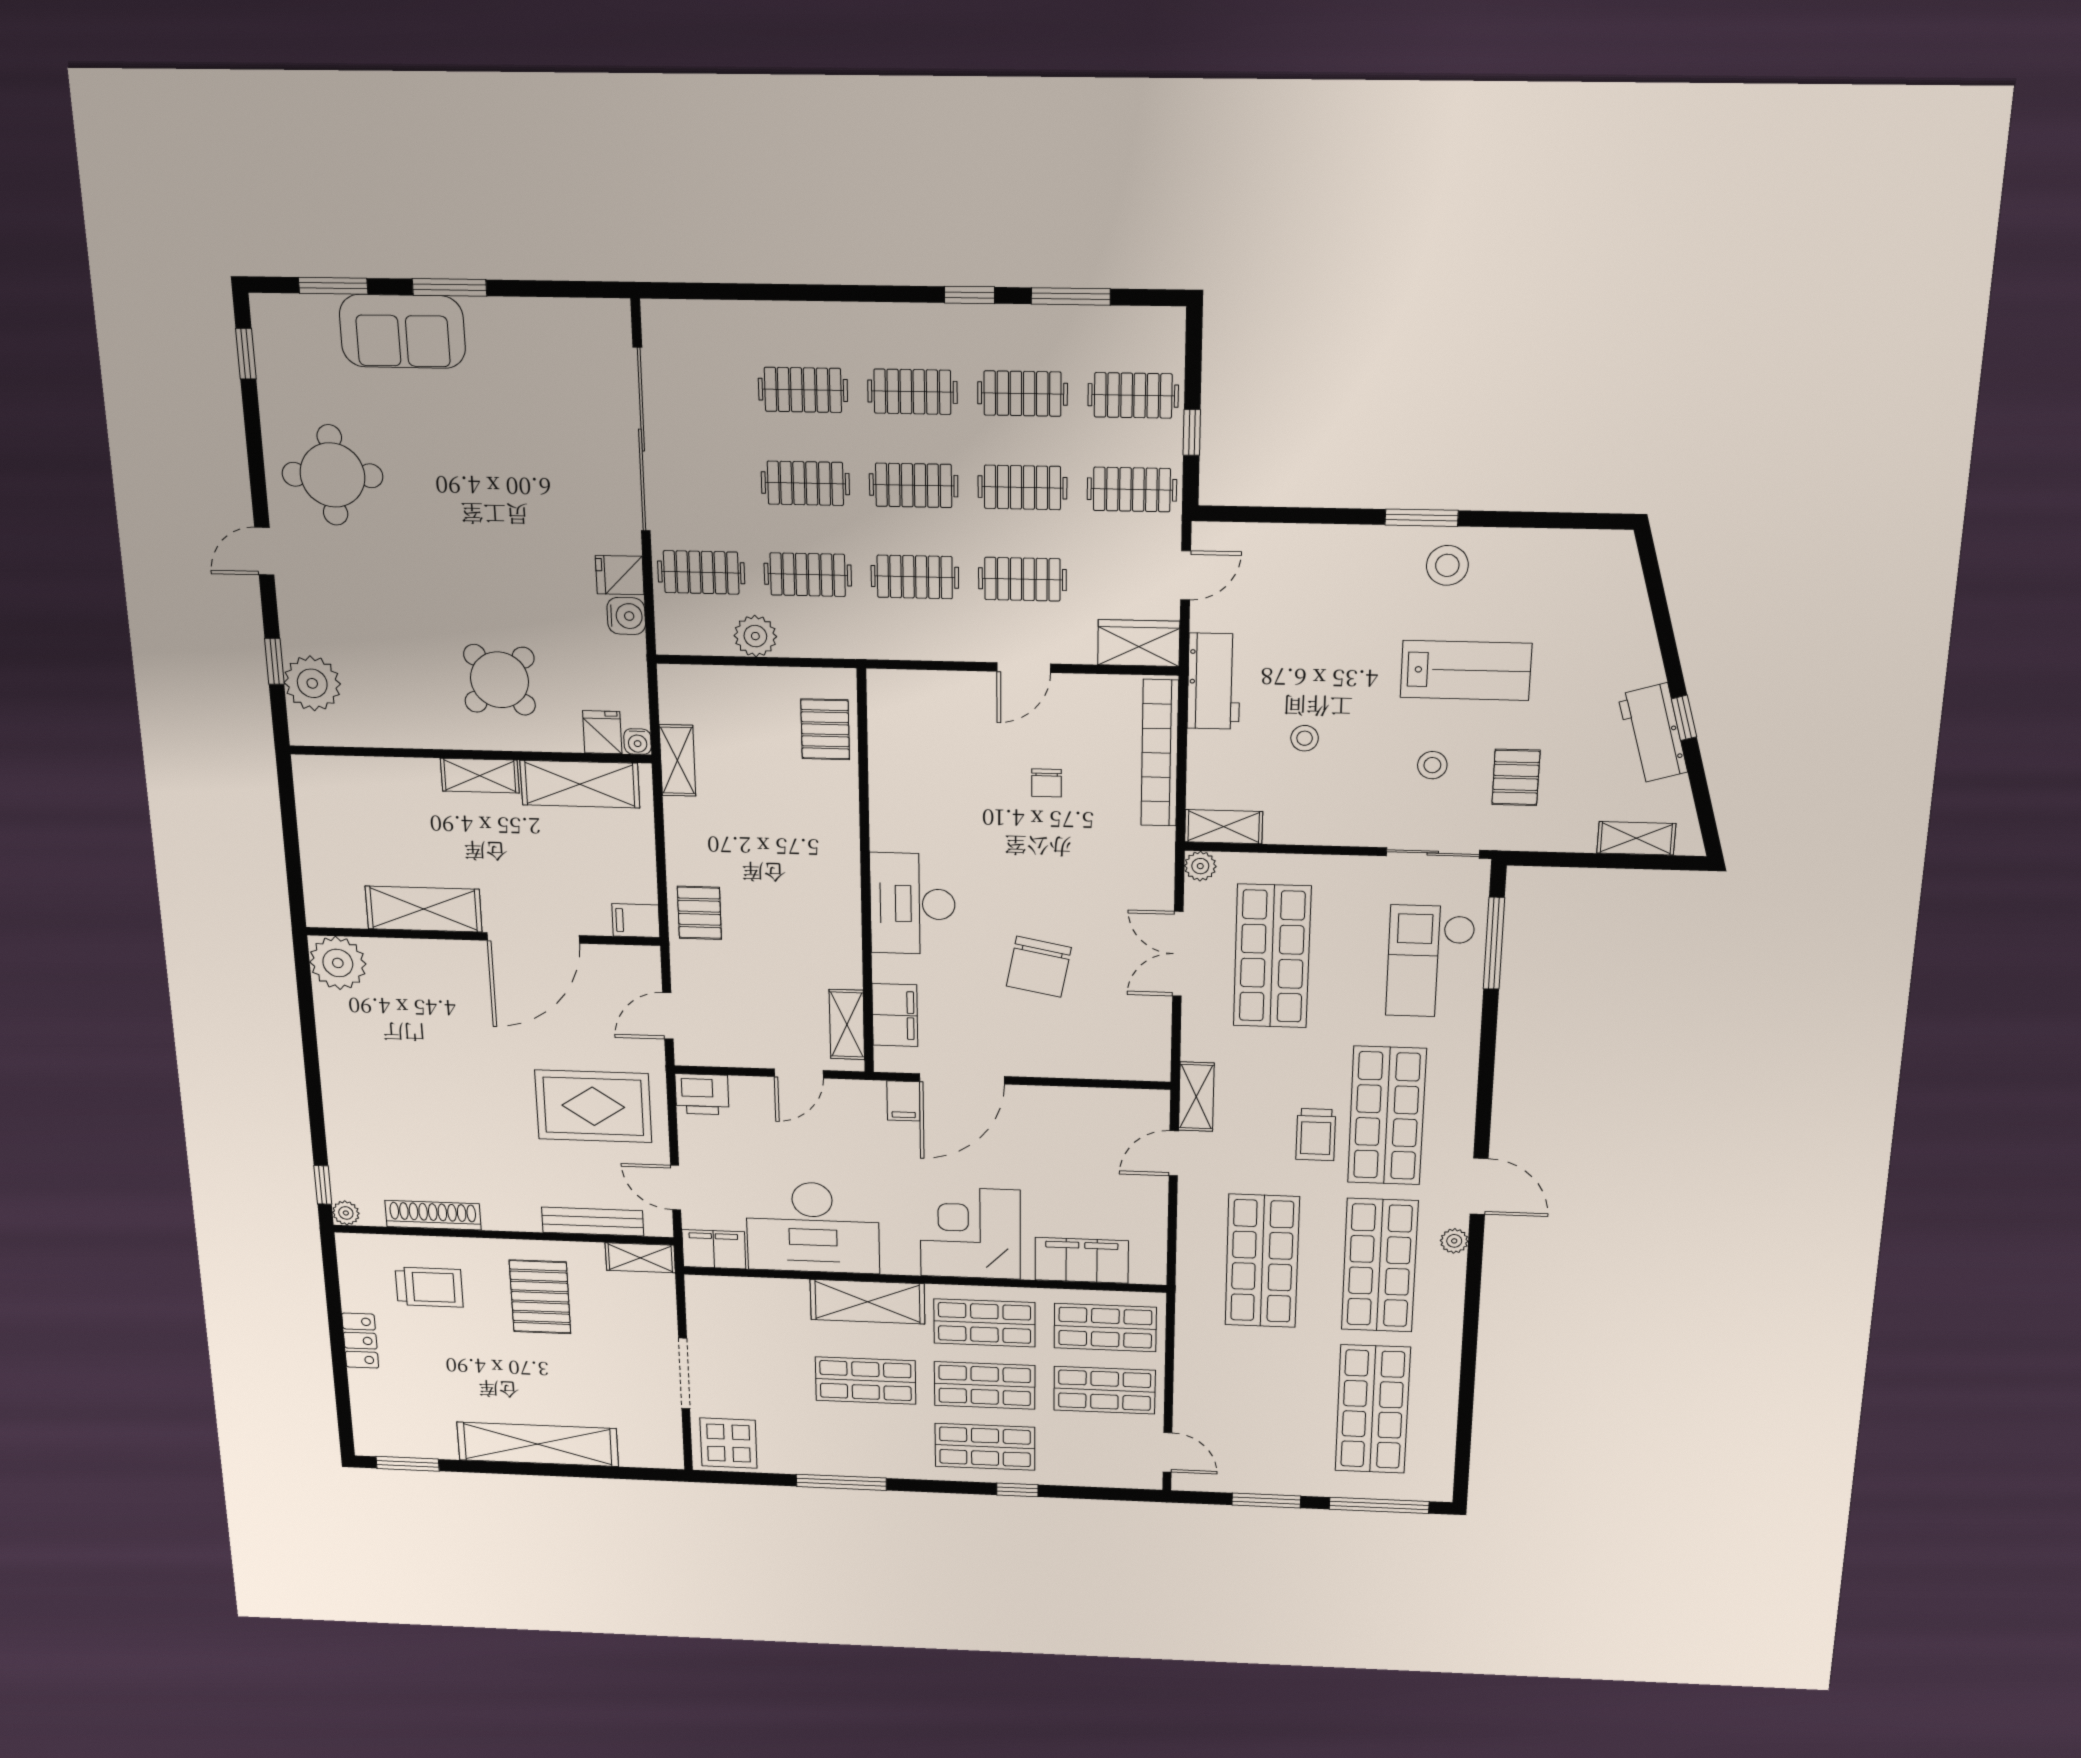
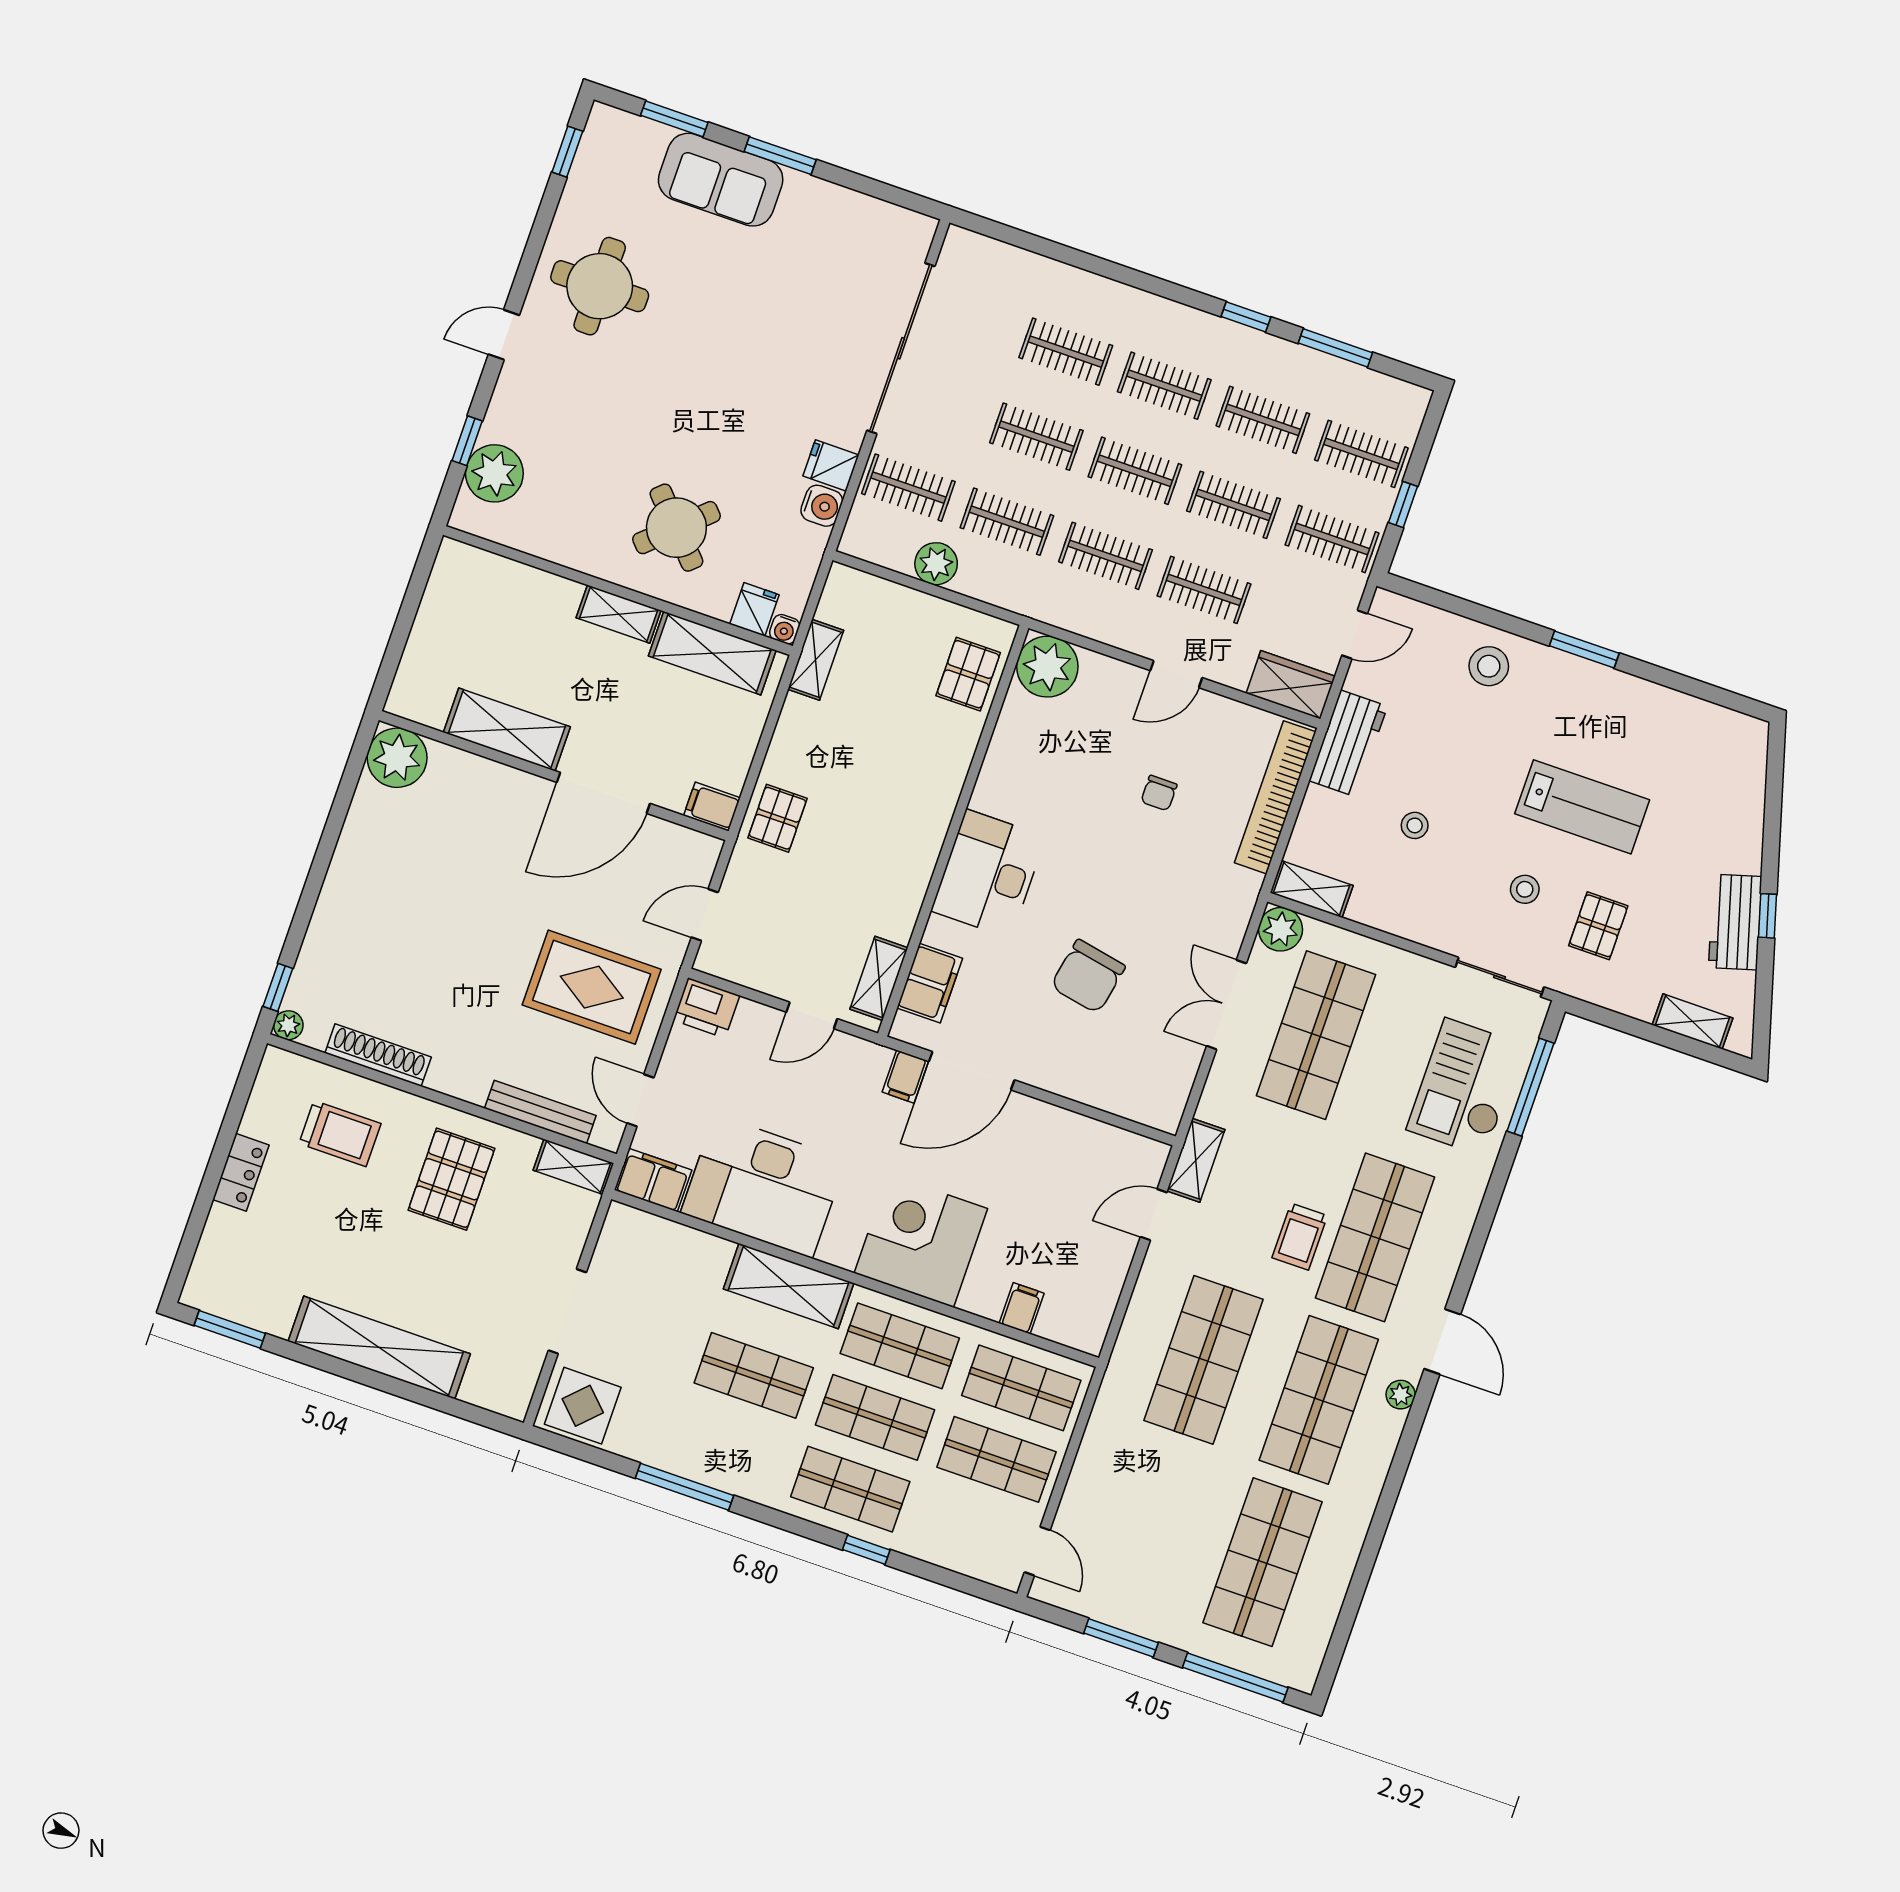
stool: (1447, 565) -> (1489, 666), moved
plant: (897, 699) -> (1047, 667), added
plant: (1200, 866) -> (1281, 929), width x1.38, depth x1.38
filing cabinet: (1082, 1260) -> (1022, 1308), width x0.33, depth x0.86

